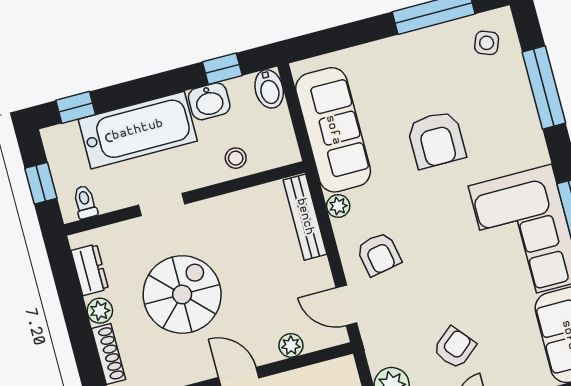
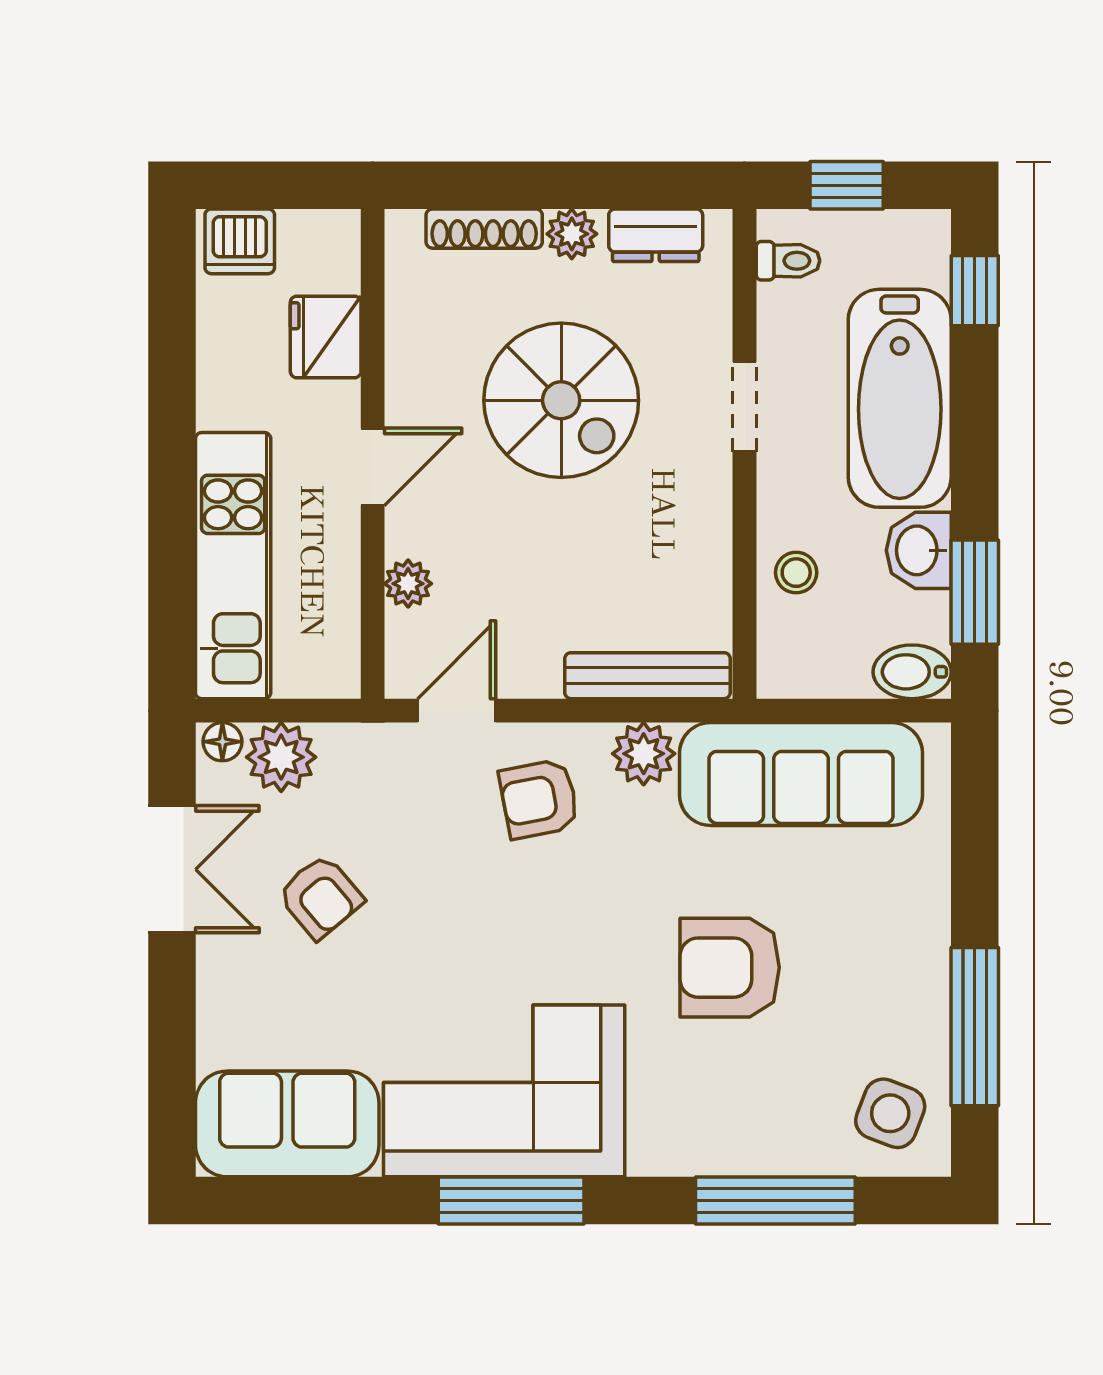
side table: (487, 43) -> (890, 1113), width x1.37, depth x1.37
window: (222, 69) -> (975, 592), width x1.50
plant: (338, 206) -> (644, 754), width x1.38, depth x1.38

